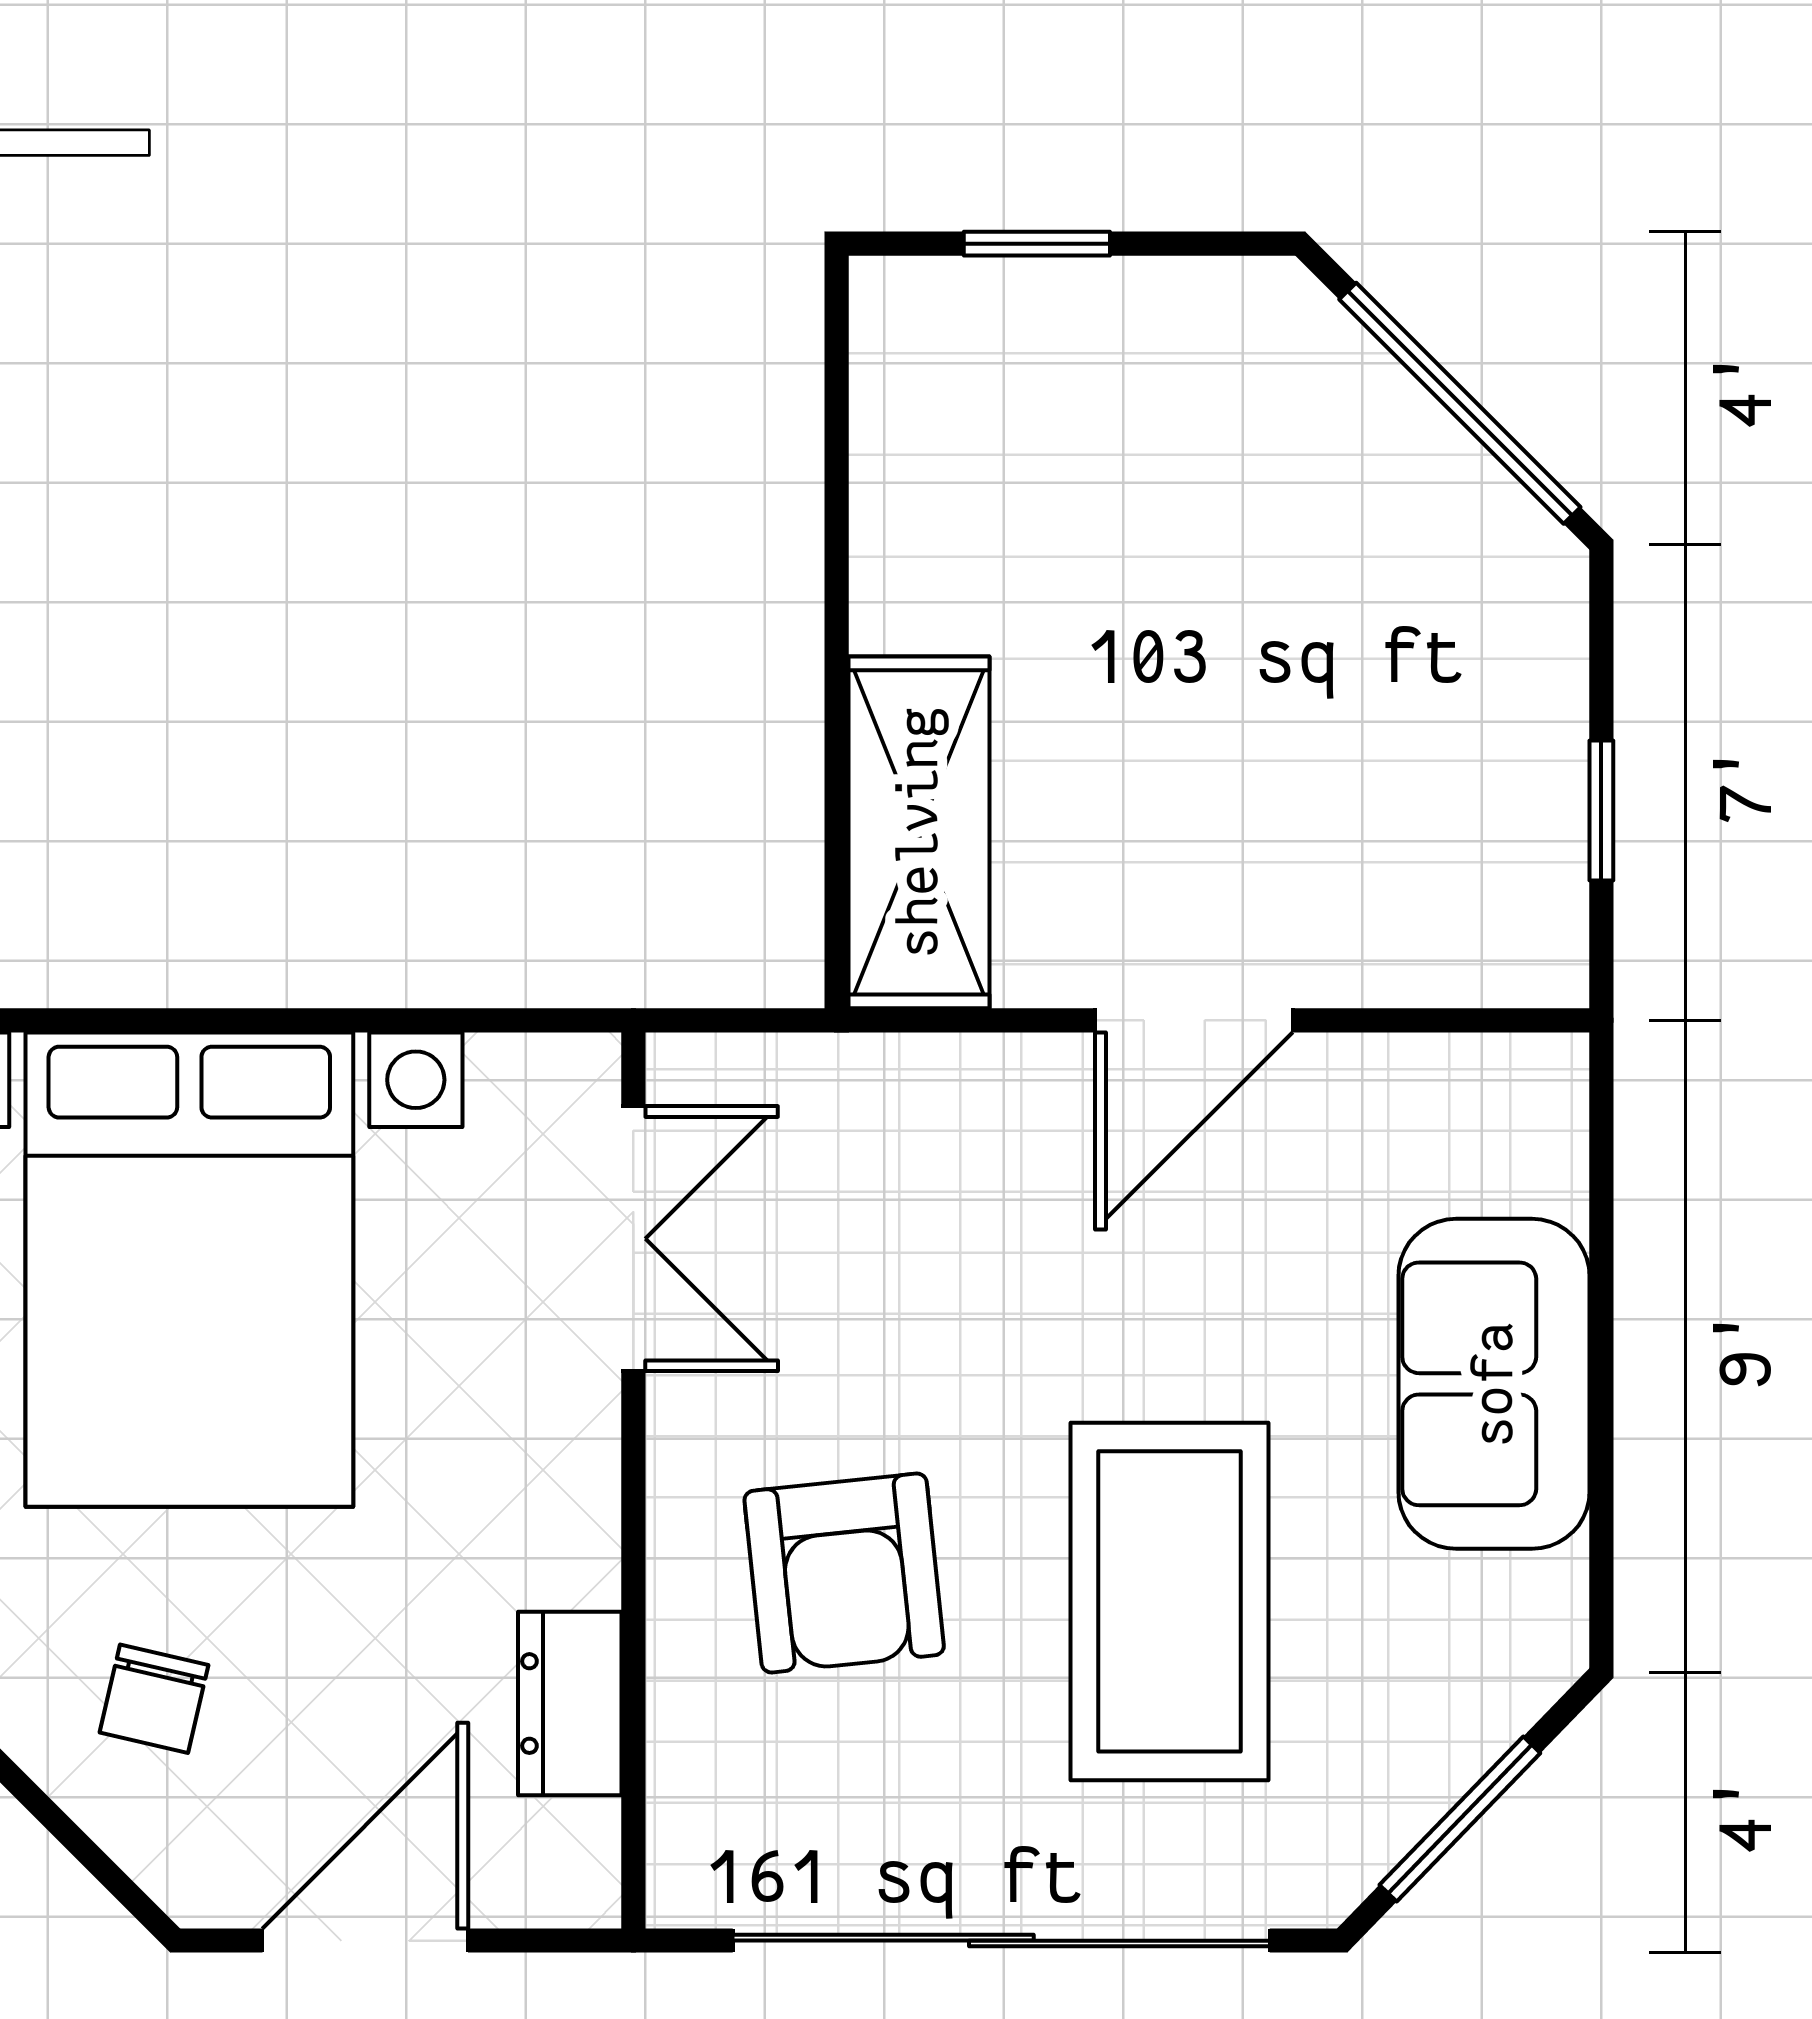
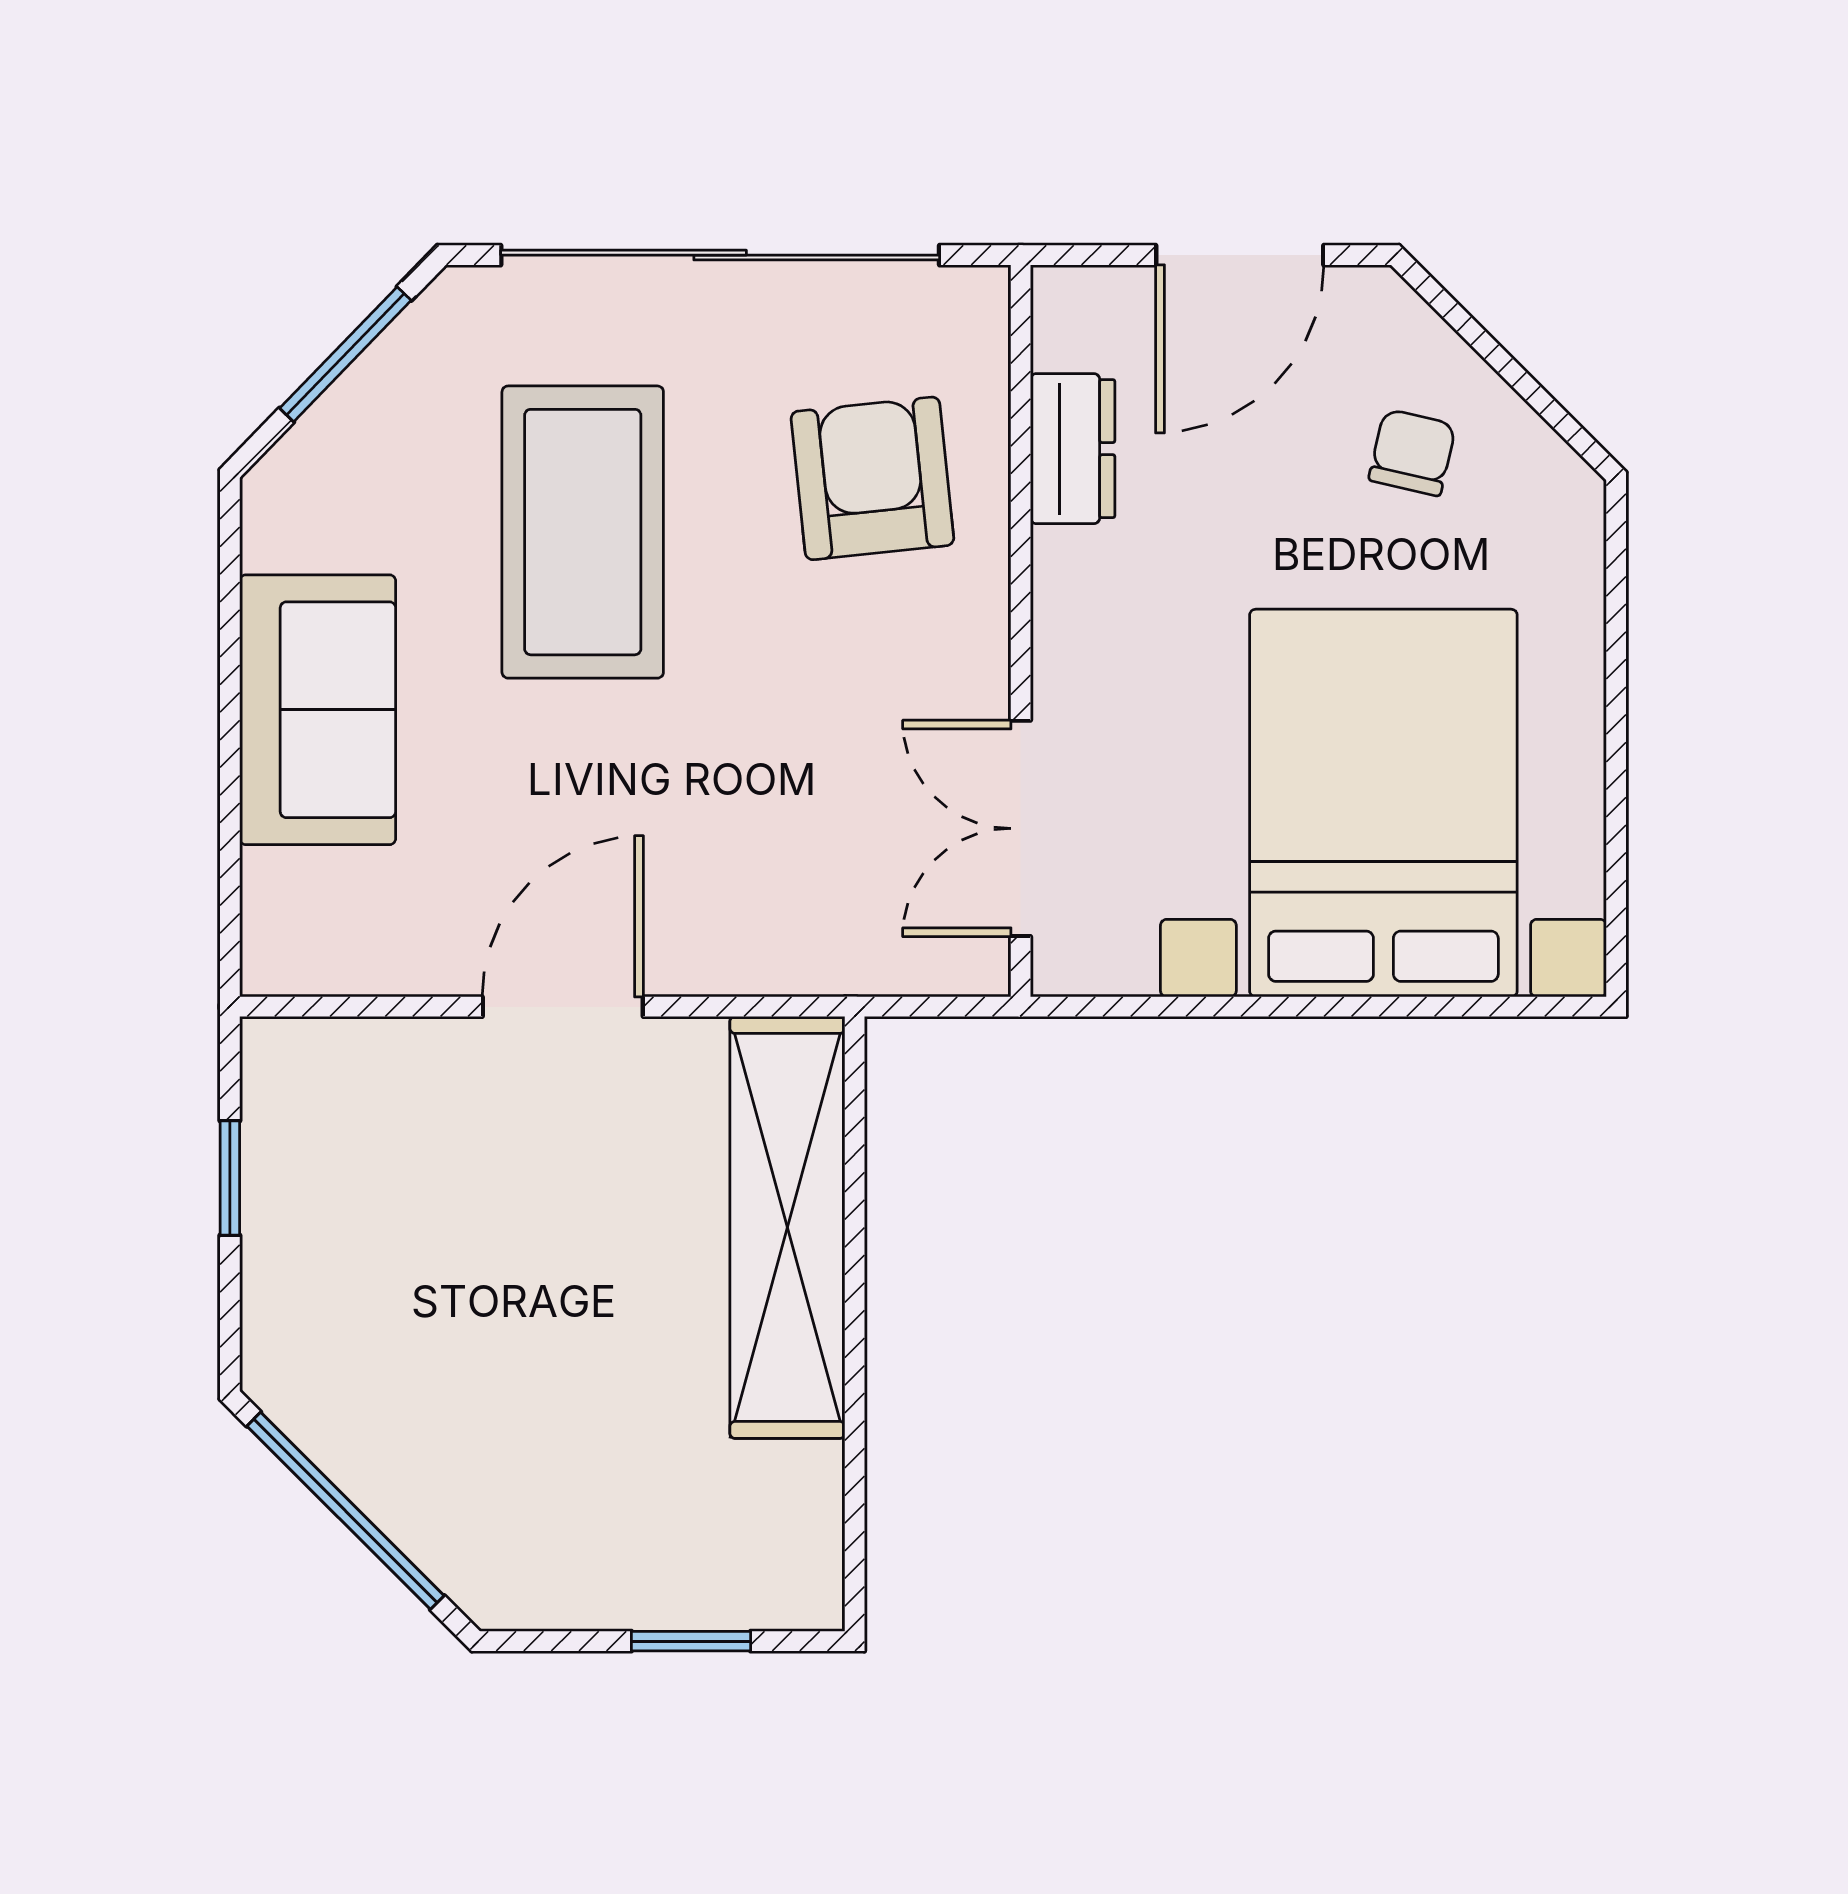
shelving: (919, 832) -> (787, 1227), width x1.47
armchair: (844, 1573) -> (872, 478), moved

